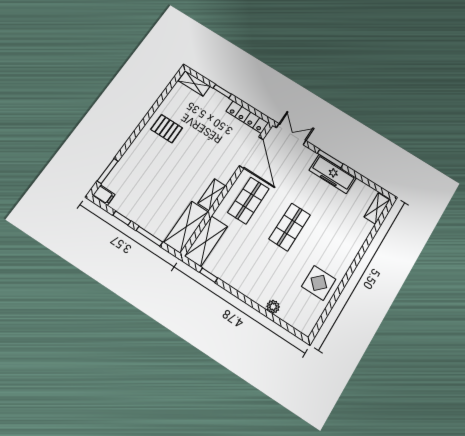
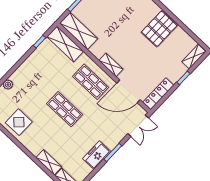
pallet: (167, 129) -> (159, 29), width x1.50, depth x1.42
freezer: (333, 174) -> (97, 155), width x0.71
shelving: (212, 195) -> (111, 65), moved
shelving: (361, 235) -> (49, 162), added

